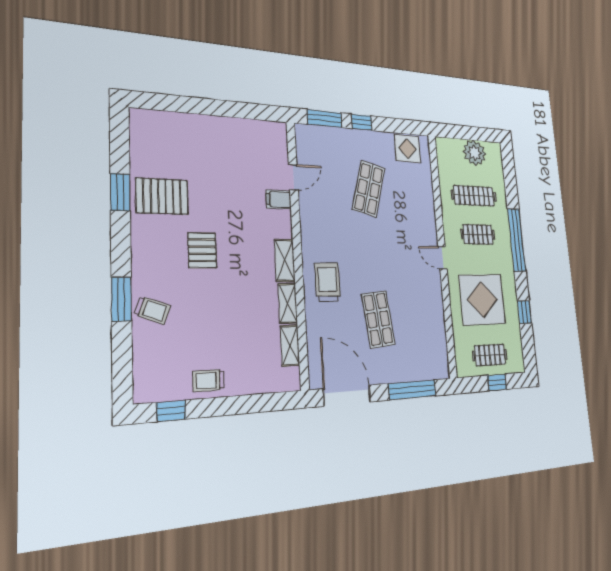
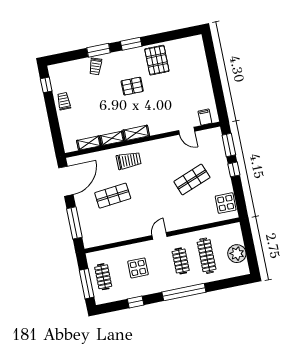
shop shelf: (369, 189) -> (192, 179), turned -36
window: (120, 192) -> (131, 44), moved
filing cabinet: (279, 199) -> (205, 117), moved
display table: (482, 300) -> (138, 268), width x0.54, depth x0.54
window: (497, 382) -> (87, 284), width x2.17

